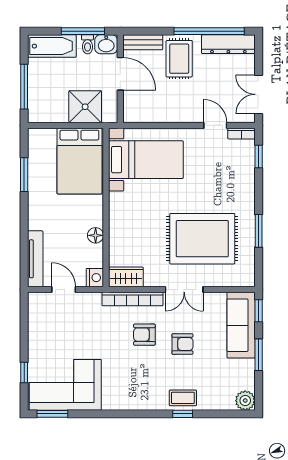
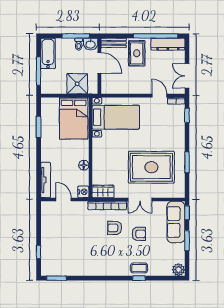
bathtub: (52, 46) -> (48, 53), moved, turned -90
corner sofa: (65, 385) -> (65, 260), removed

